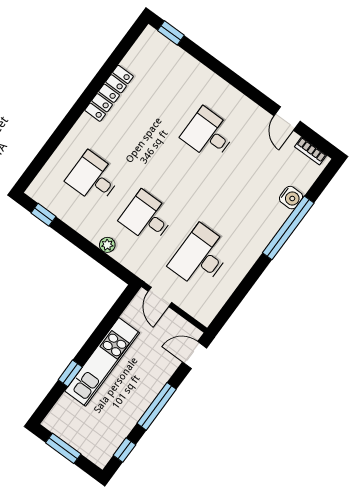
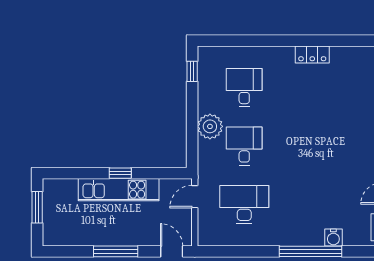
locker: (109, 93) -> (312, 54), width x0.66
desk: (208, 134) -> (335, 146), removed
plant: (107, 245) -> (210, 126), width x1.88, depth x1.88
window: (70, 373) -> (120, 173), moved
window: (124, 450) -> (68, 251), removed

